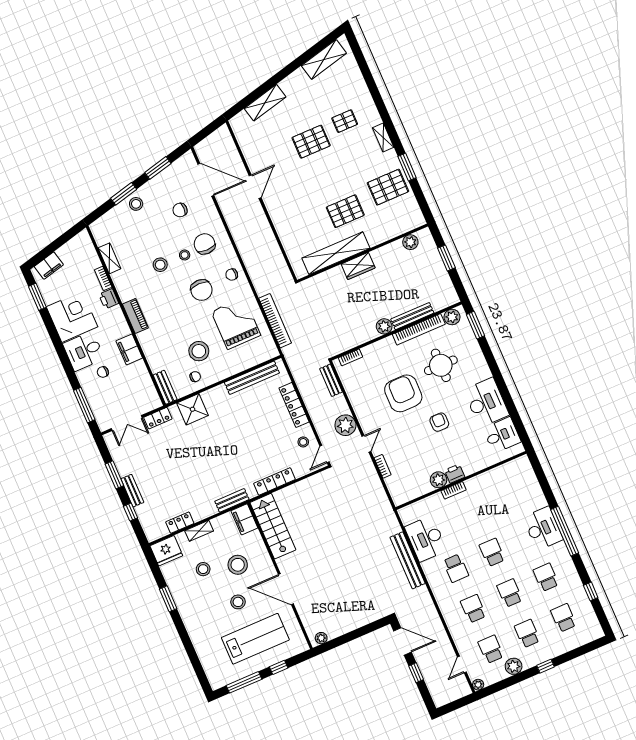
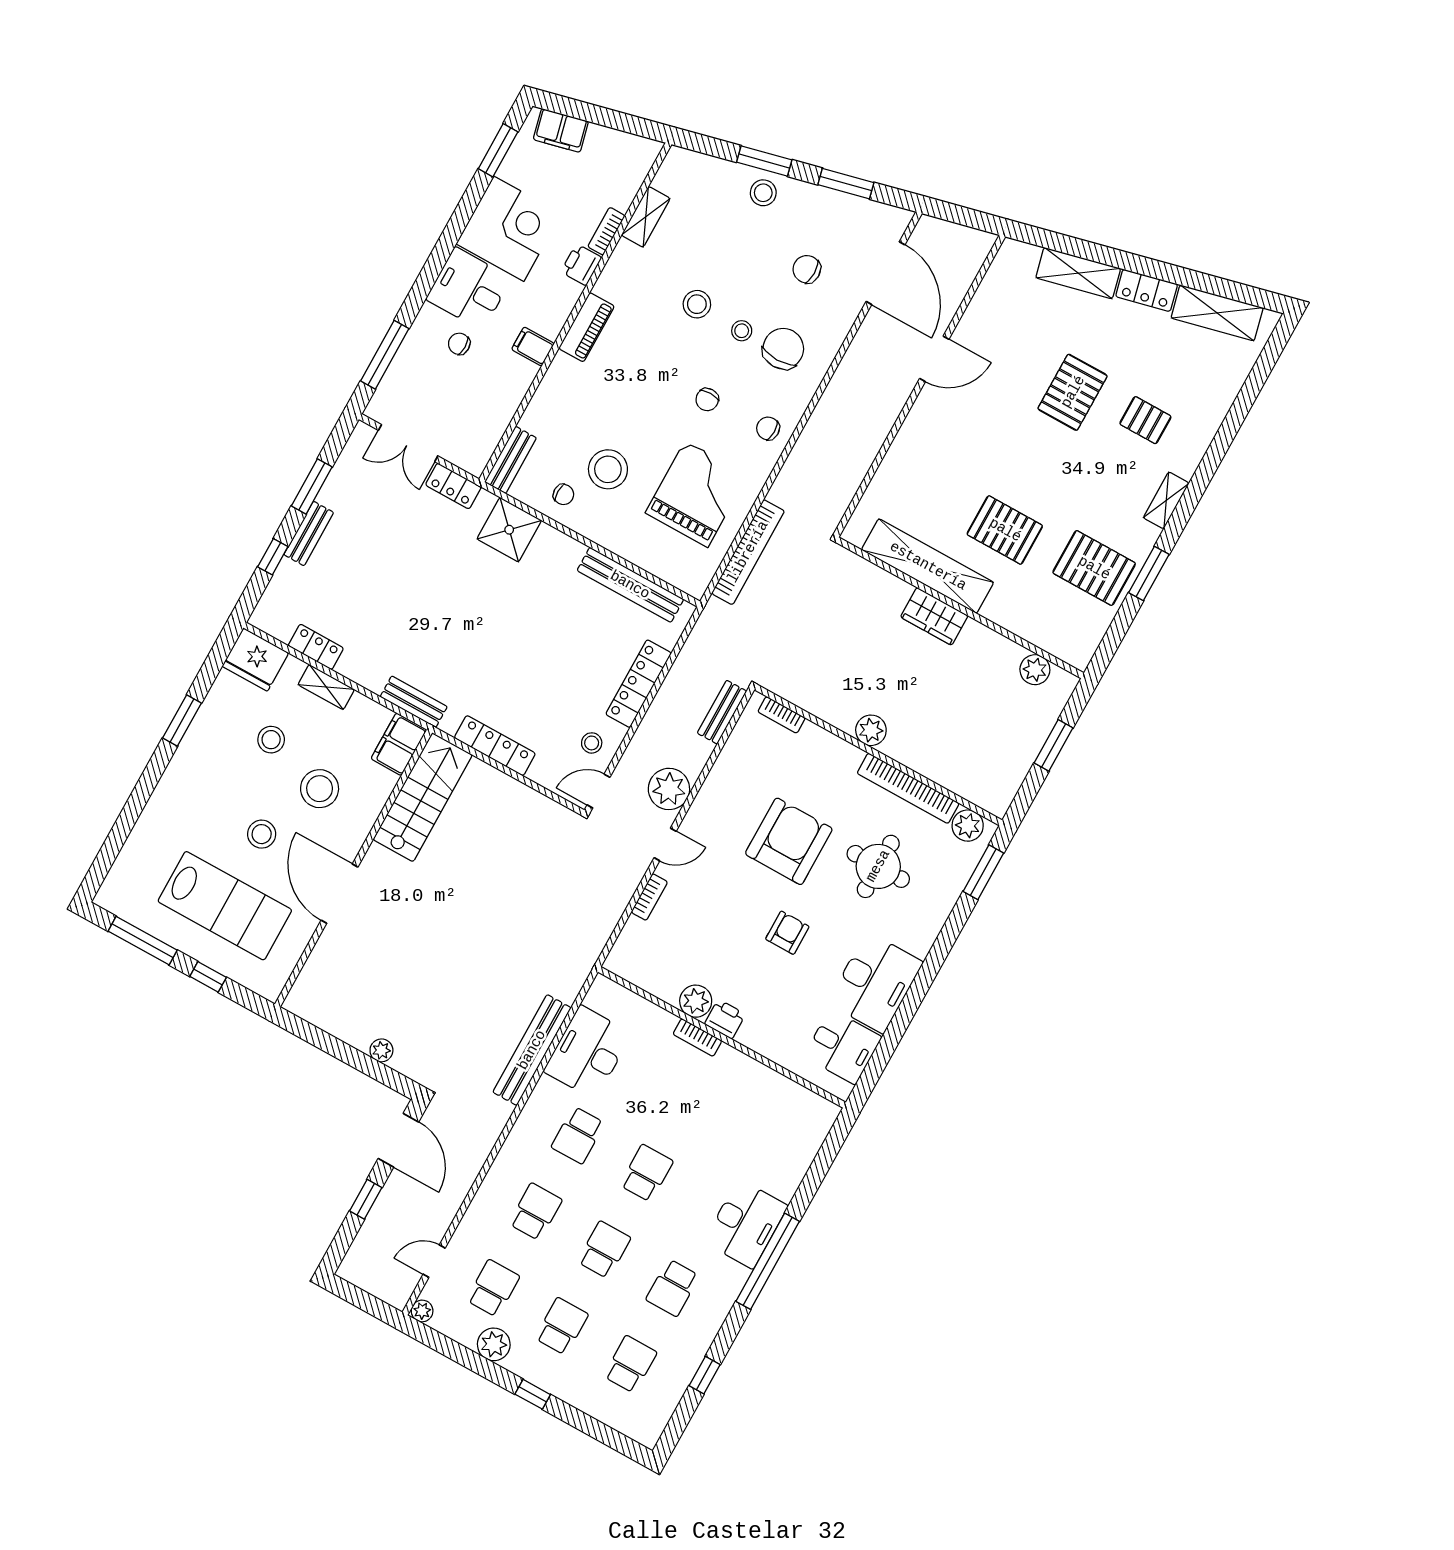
locker: (293, 81) -> (1147, 290), added
pallet: (311, 142) -> (1073, 392), turned 90
chair: (201, 290) -> (707, 400), width x0.54, depth x0.54
bench: (412, 316) -> (921, 762), removed
filing cabinet: (129, 349) -> (533, 346), width x0.50
school desk: (546, 577) -> (673, 1288), turned 180
plant: (321, 638) -> (381, 1050), moved

